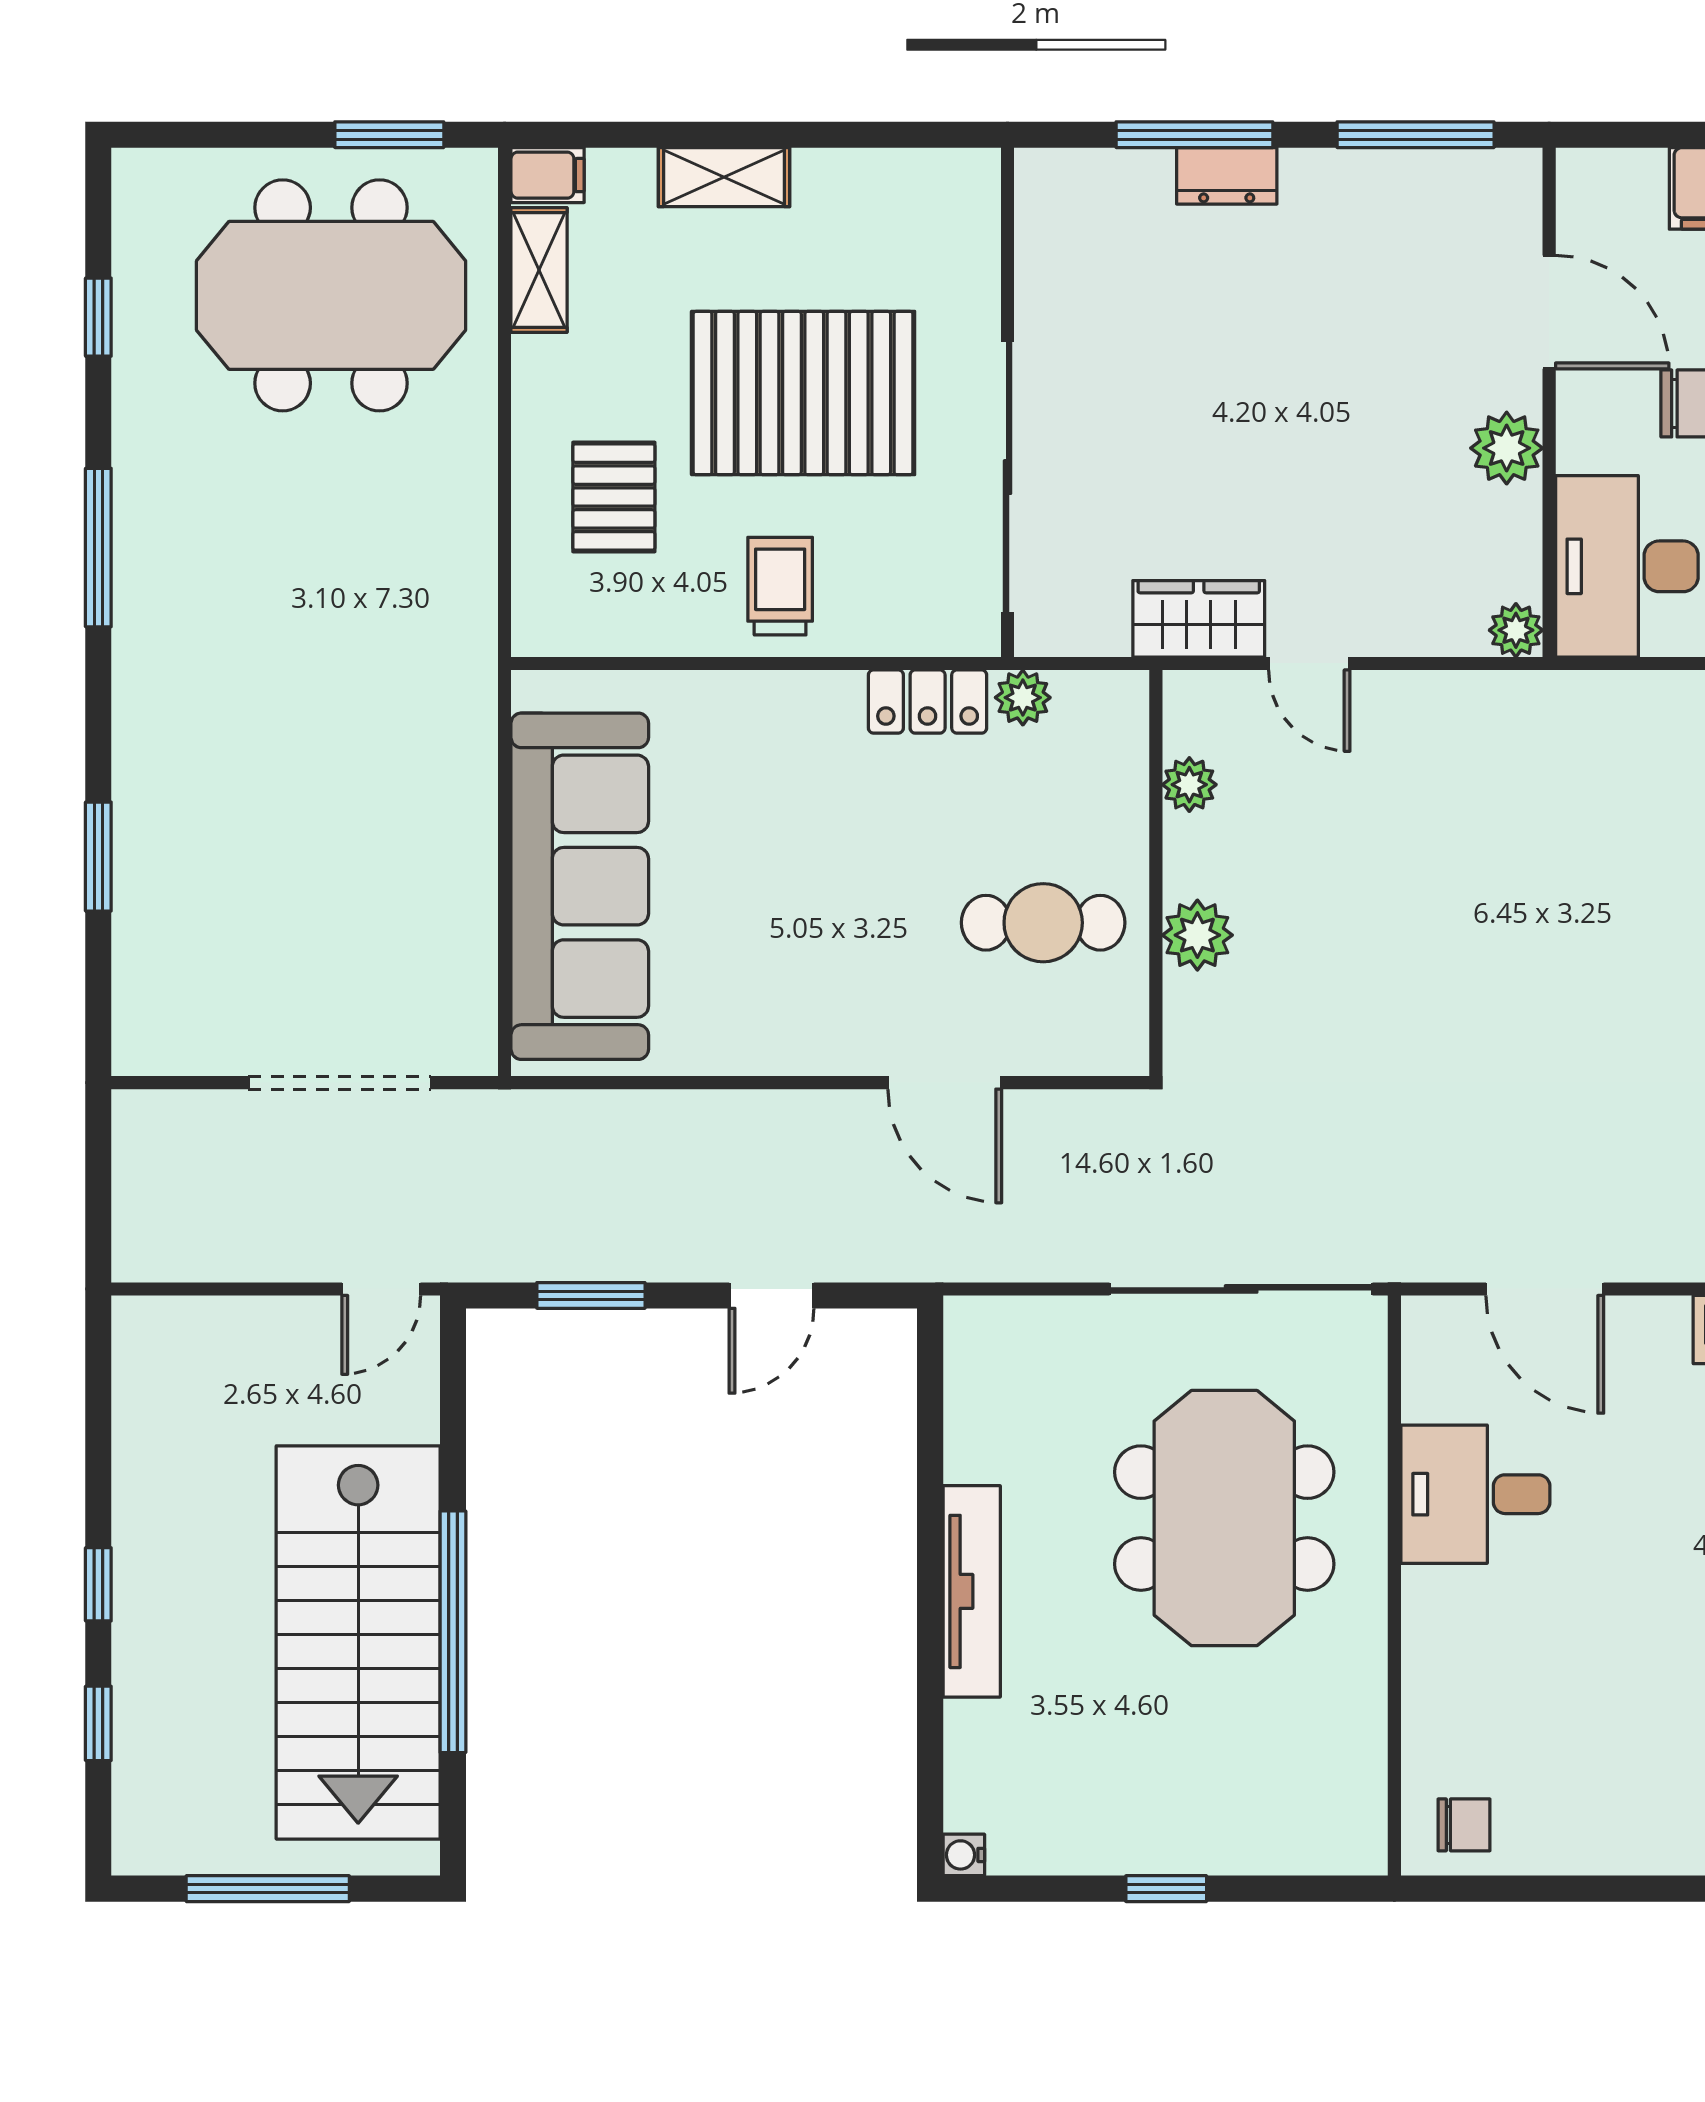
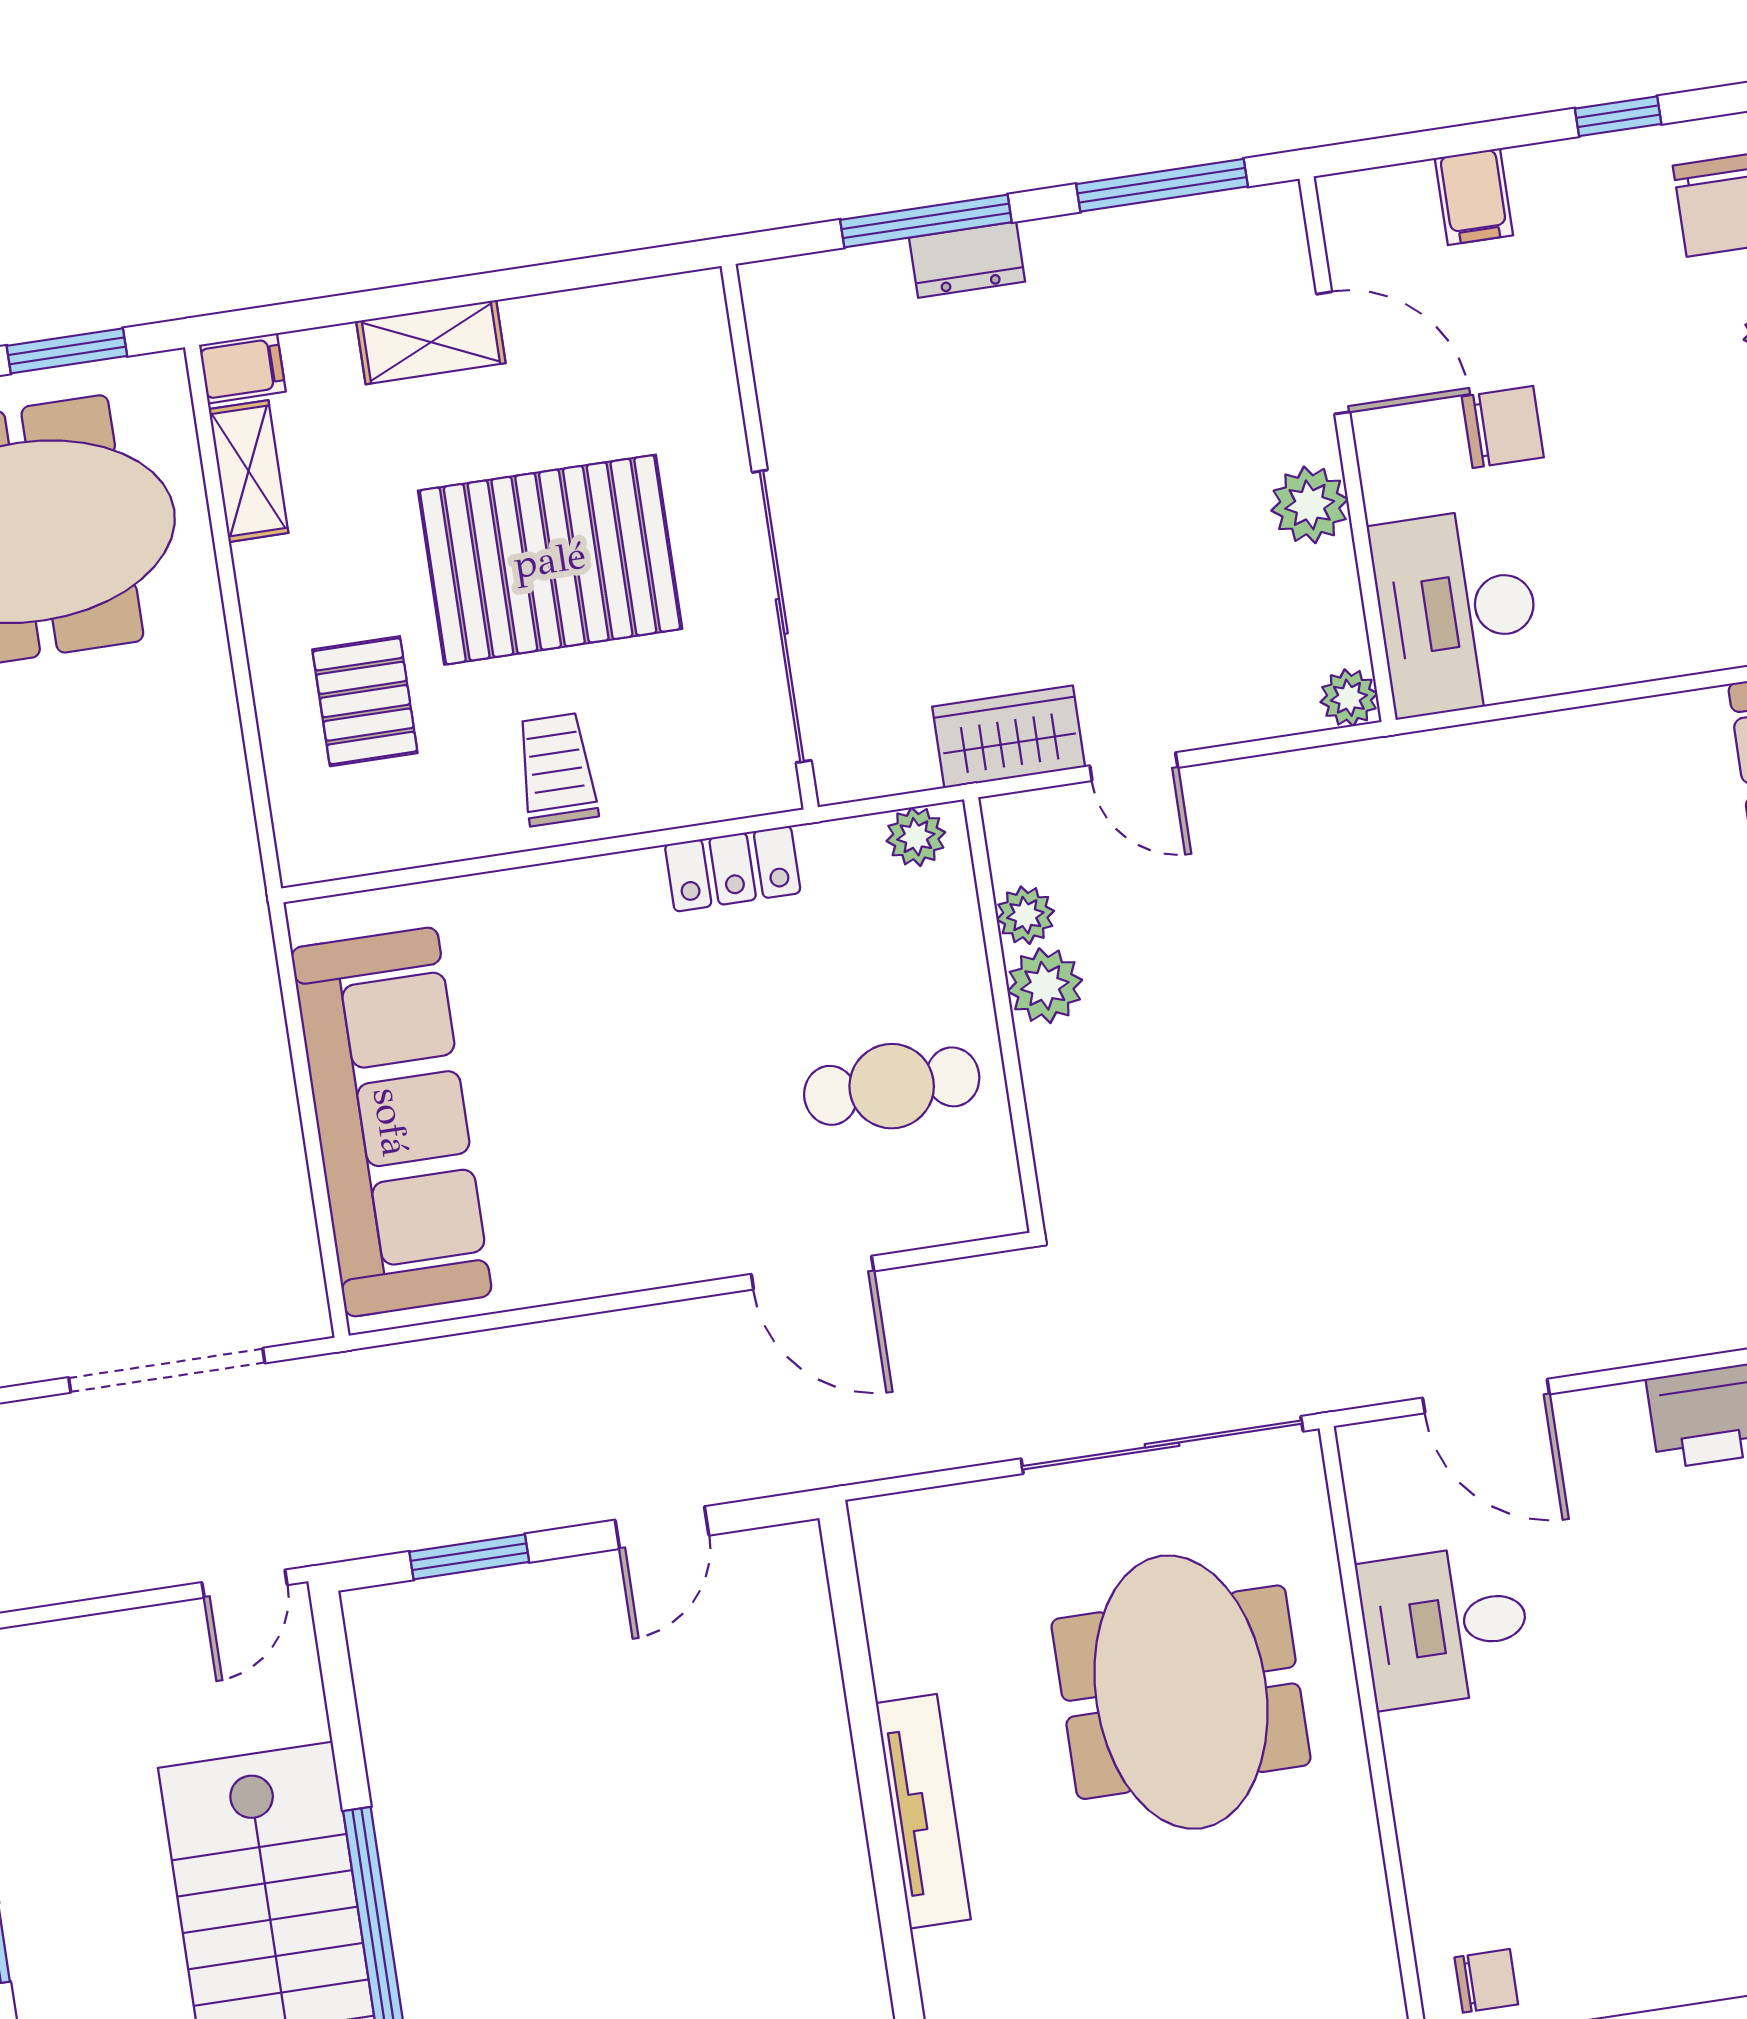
plant: (1023, 698) -> (916, 837), moved
plant: (1197, 935) -> (1045, 986), moved

